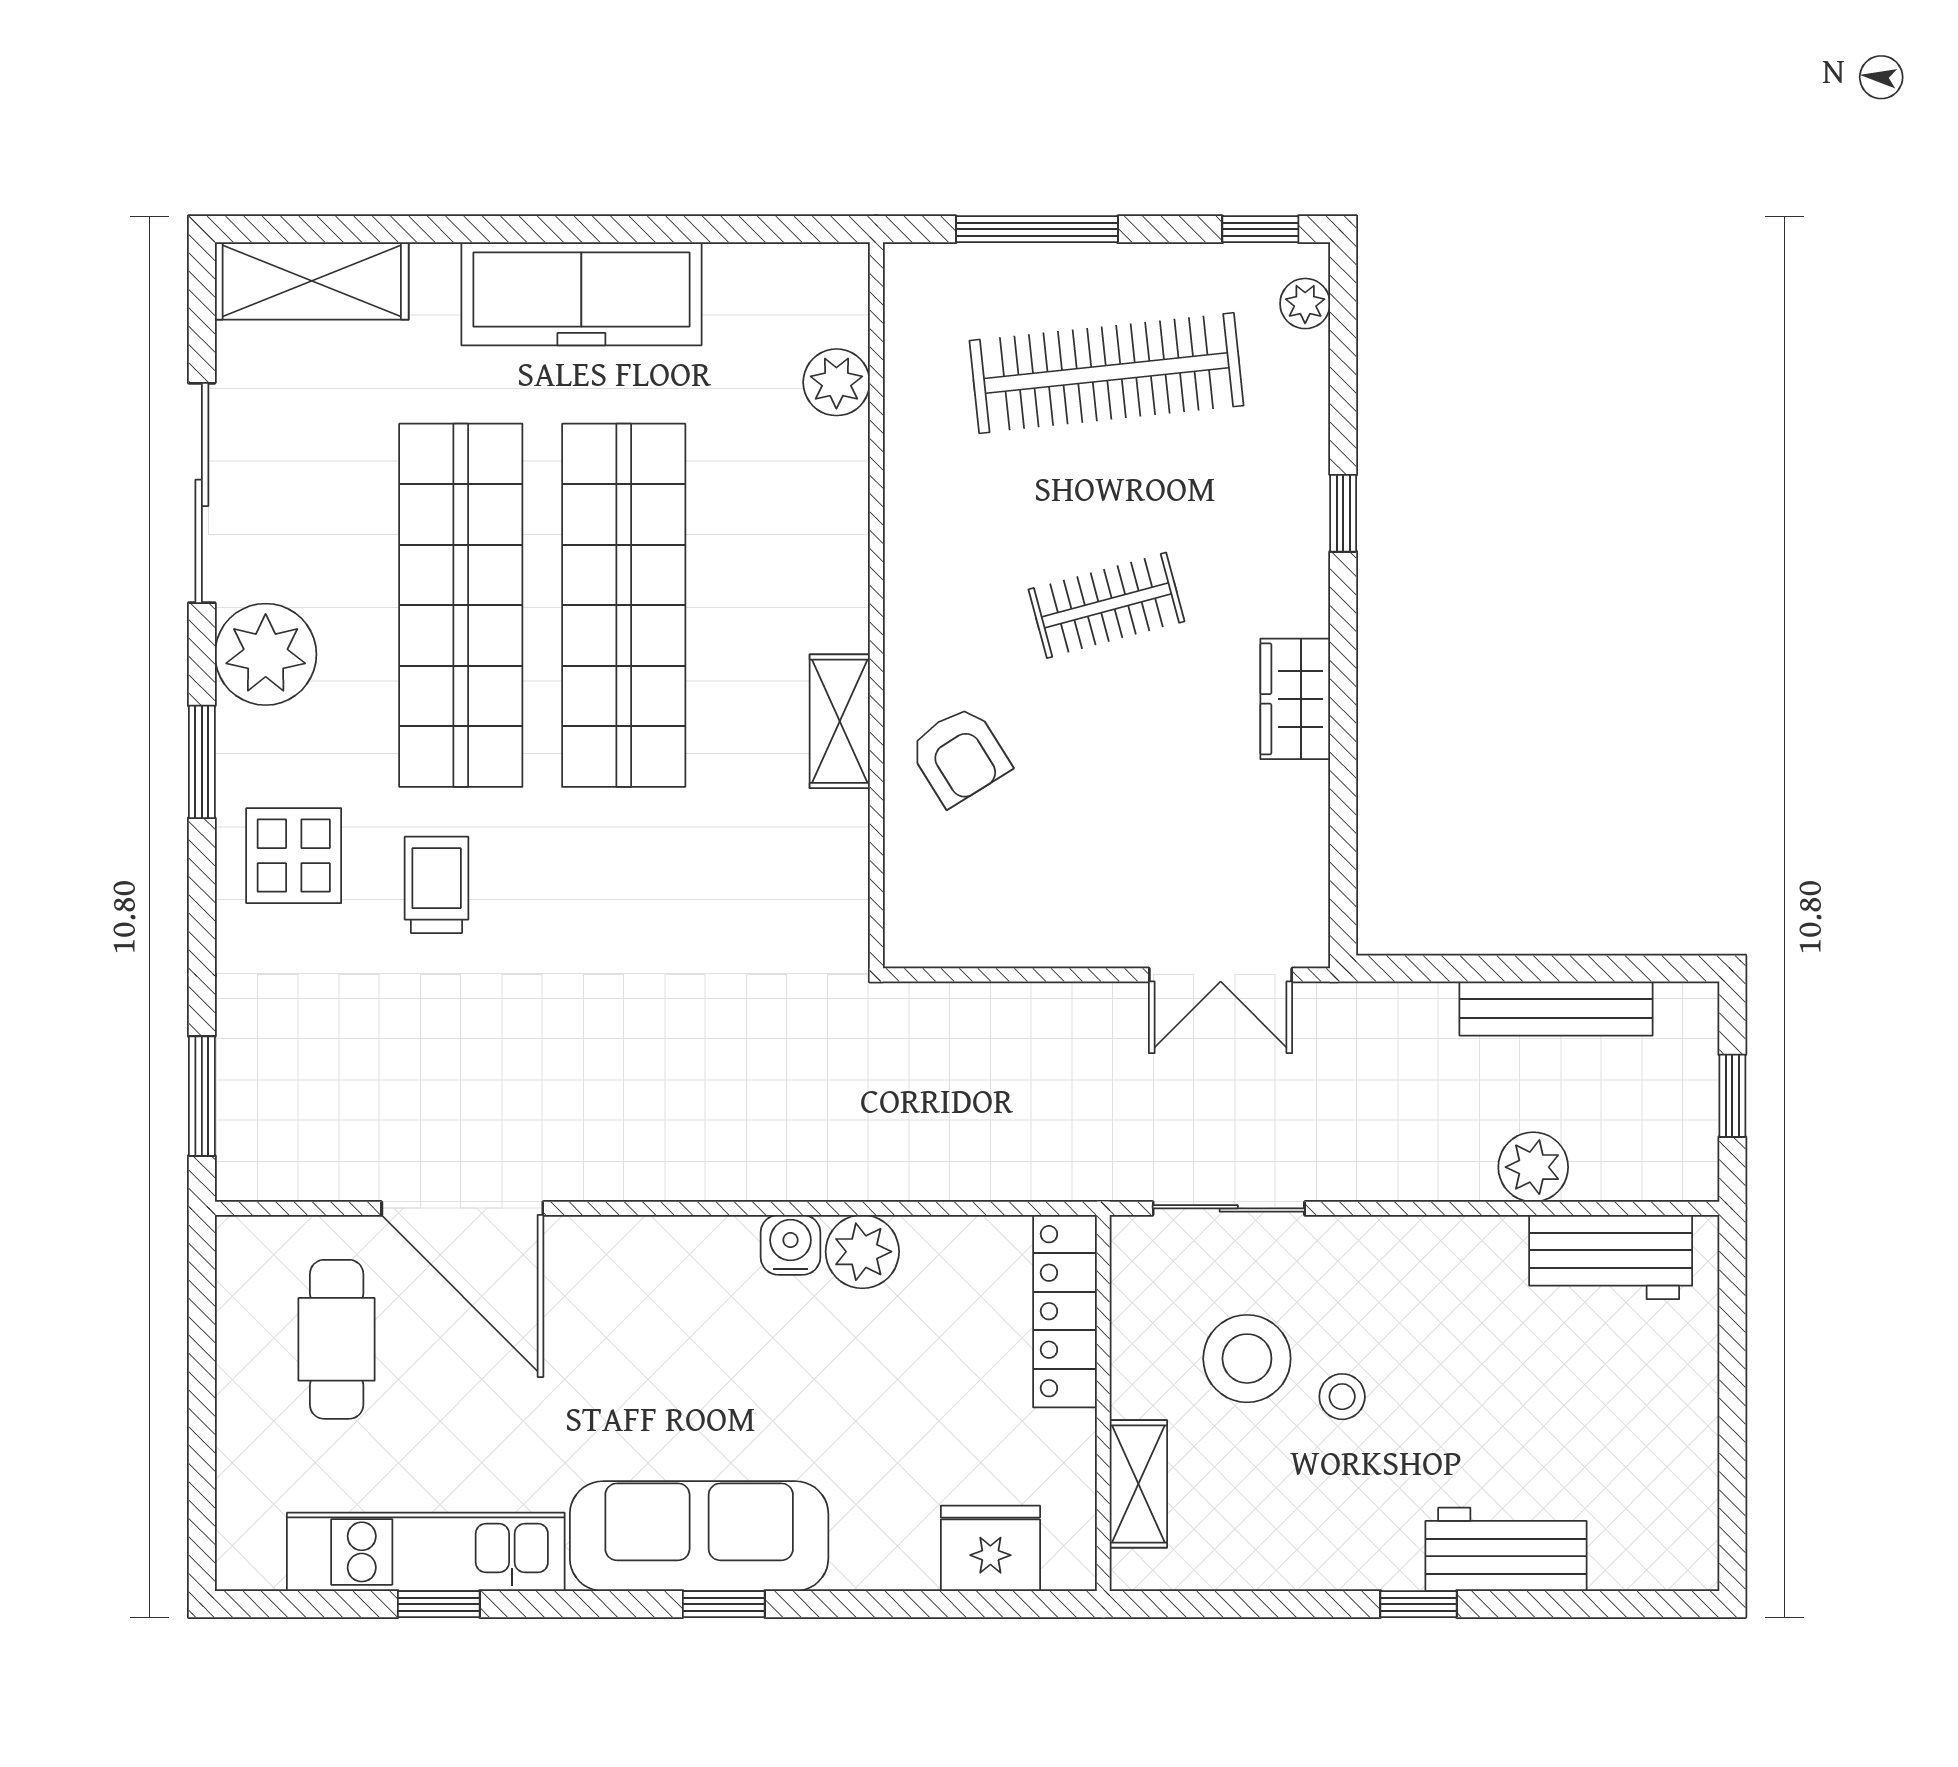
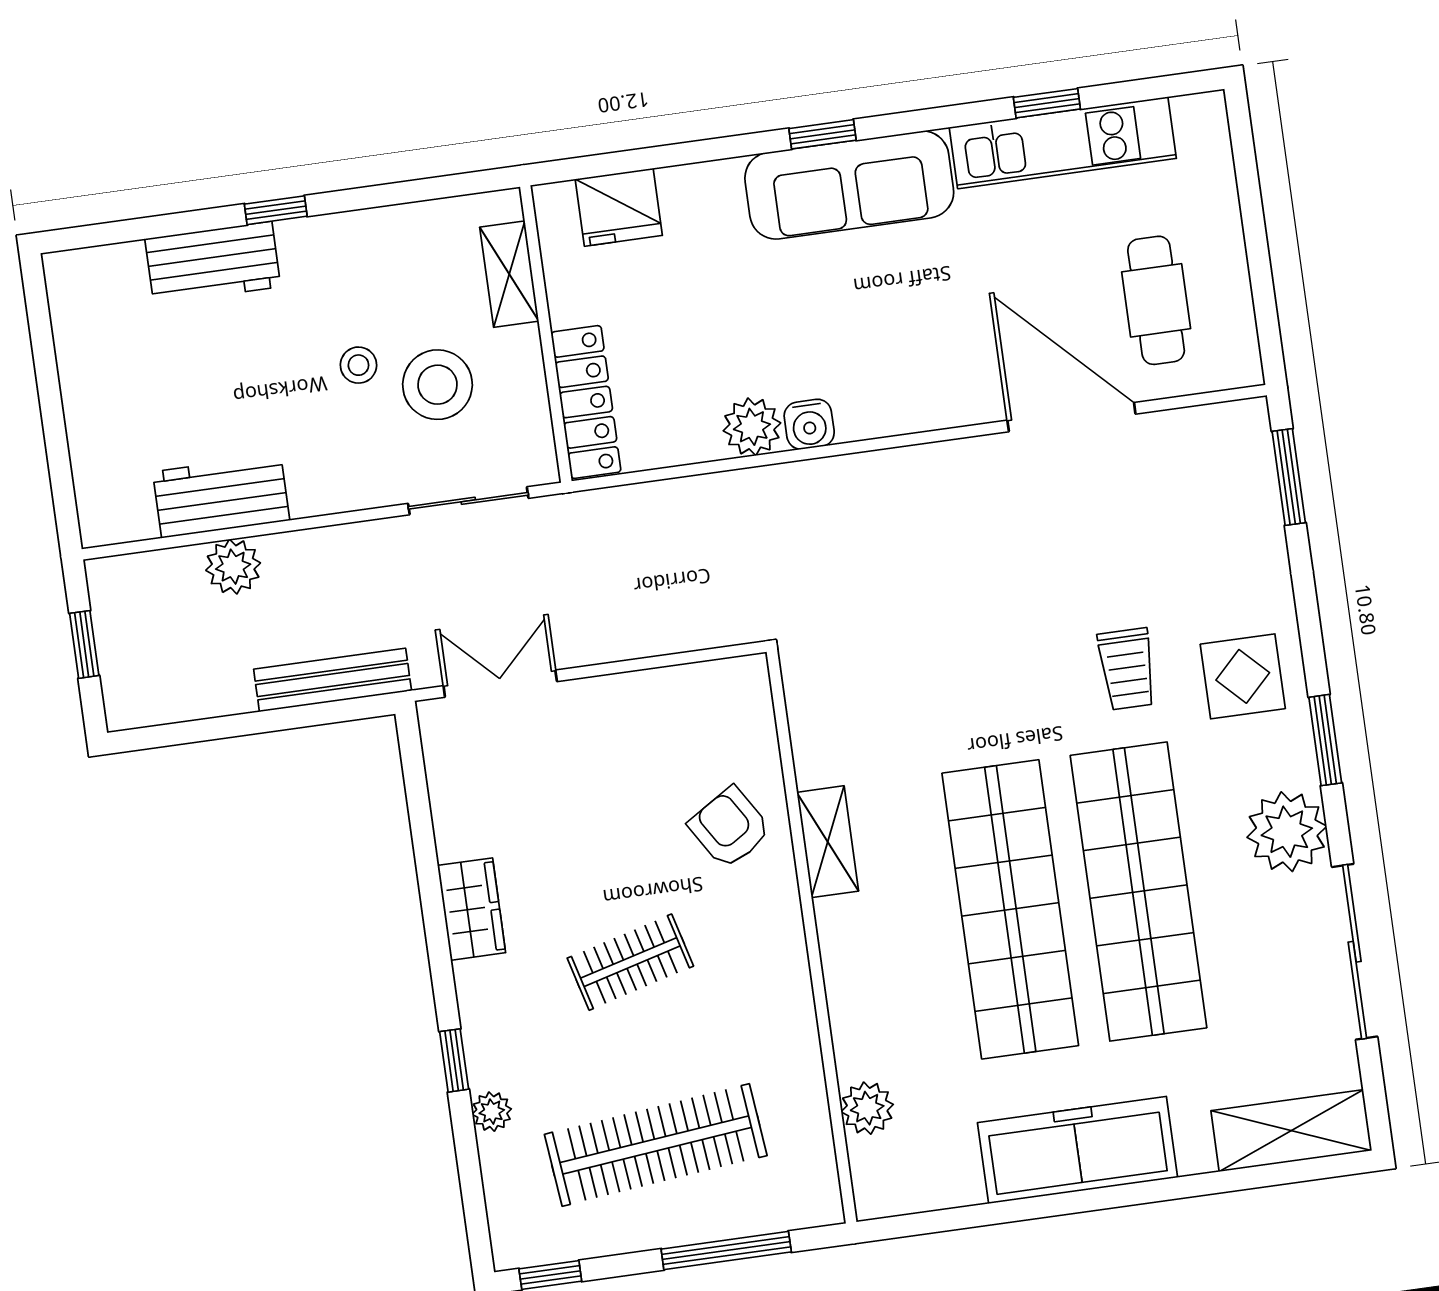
plant: (1305, 304) -> (492, 1112), moved
bench: (1556, 1009) -> (333, 680), moved
workbench: (1611, 1257) -> (221, 496), moved

